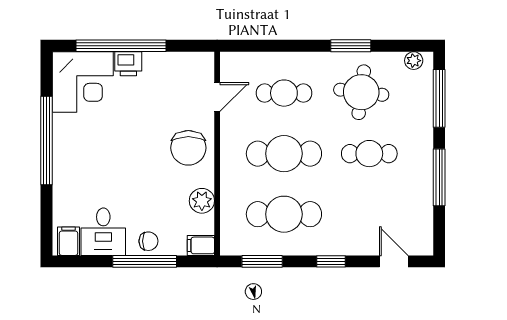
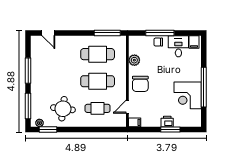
window: (121, 46) -> (170, 130), width x0.47
window: (351, 46) -> (48, 130), moved
corner desk: (83, 82) -> (188, 95), moved, turned -90
chair: (188, 148) -> (140, 84), turned 180
cafe table: (369, 154) -> (59, 81), removed
filing cabinet: (201, 245) -> (135, 122), moved
window: (262, 261) -> (107, 33), width x1.44
window: (331, 261) -> (76, 33), removed

